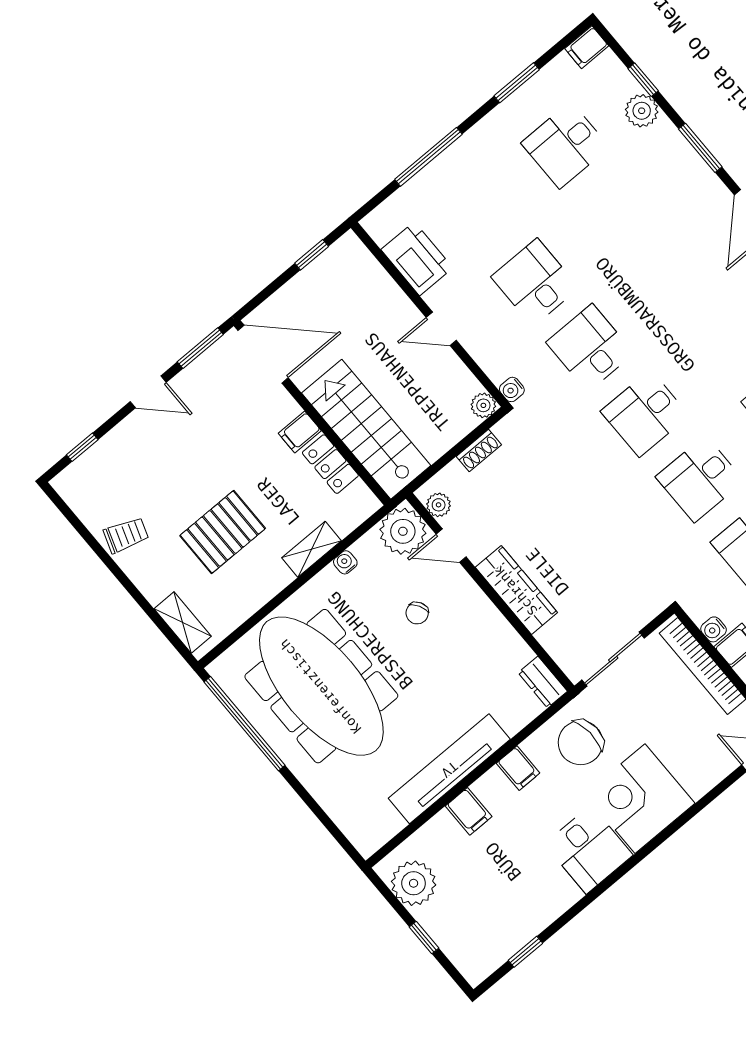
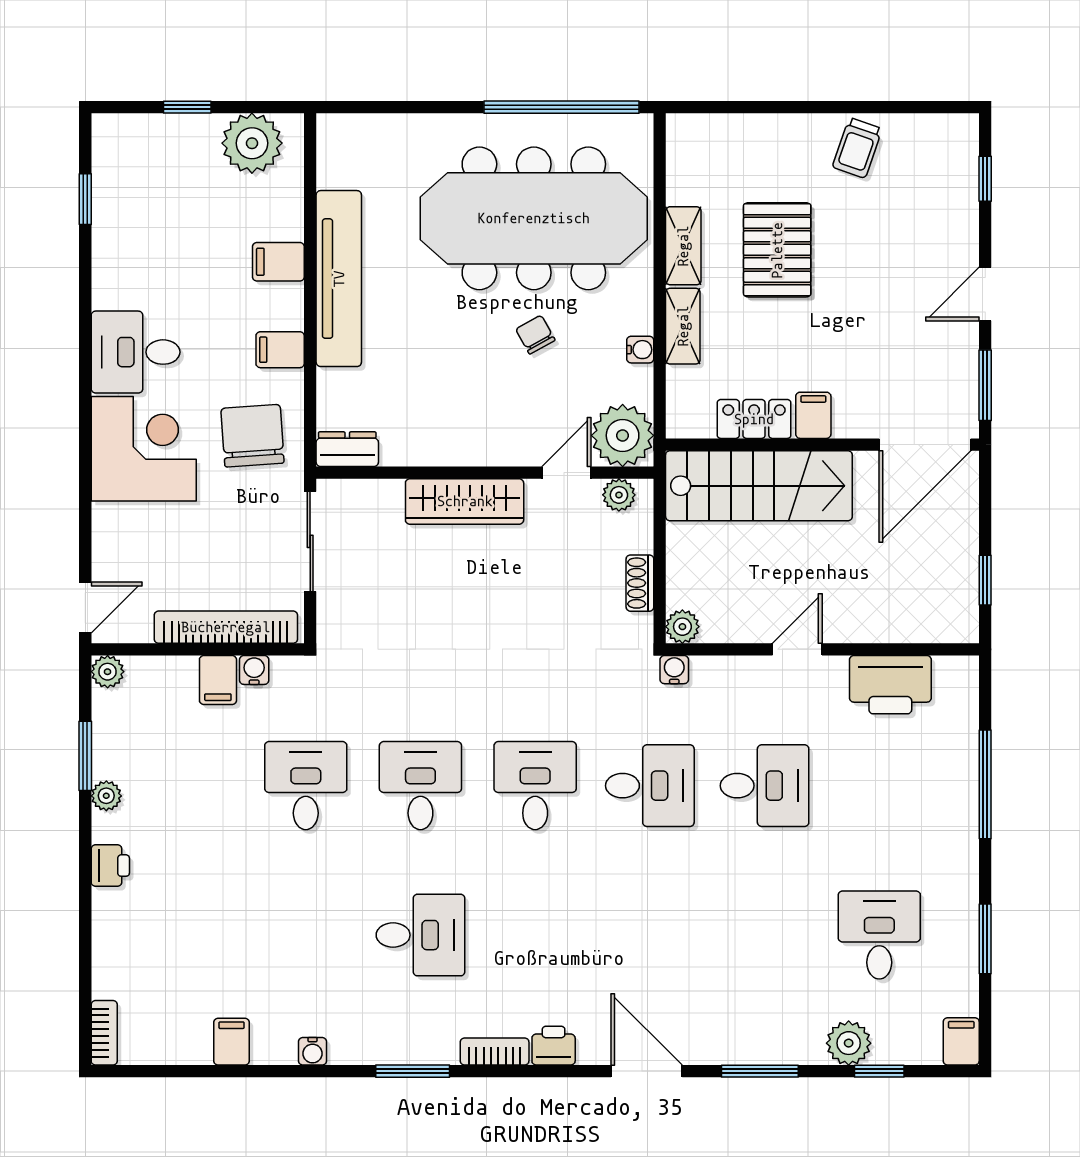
chair: (417, 613) -> (535, 335), moved
shelving: (183, 623) -> (683, 246), moved, turned 90

